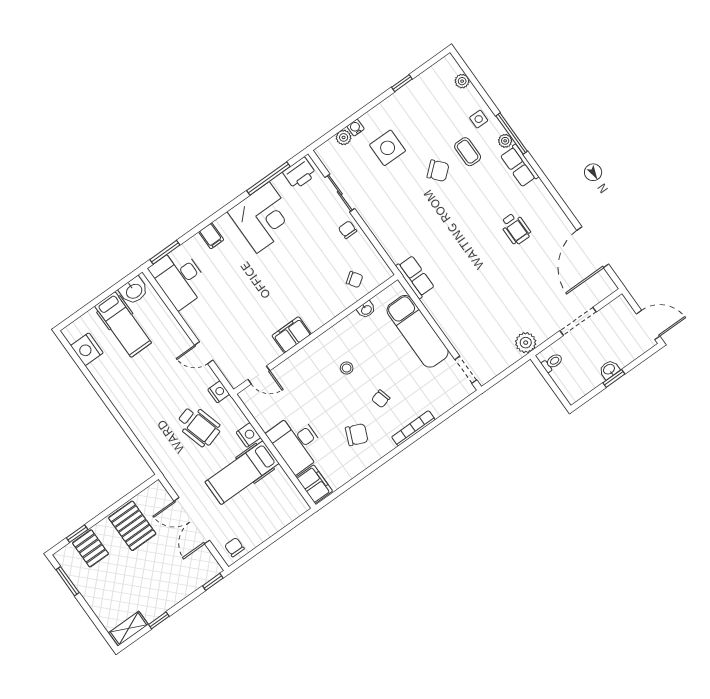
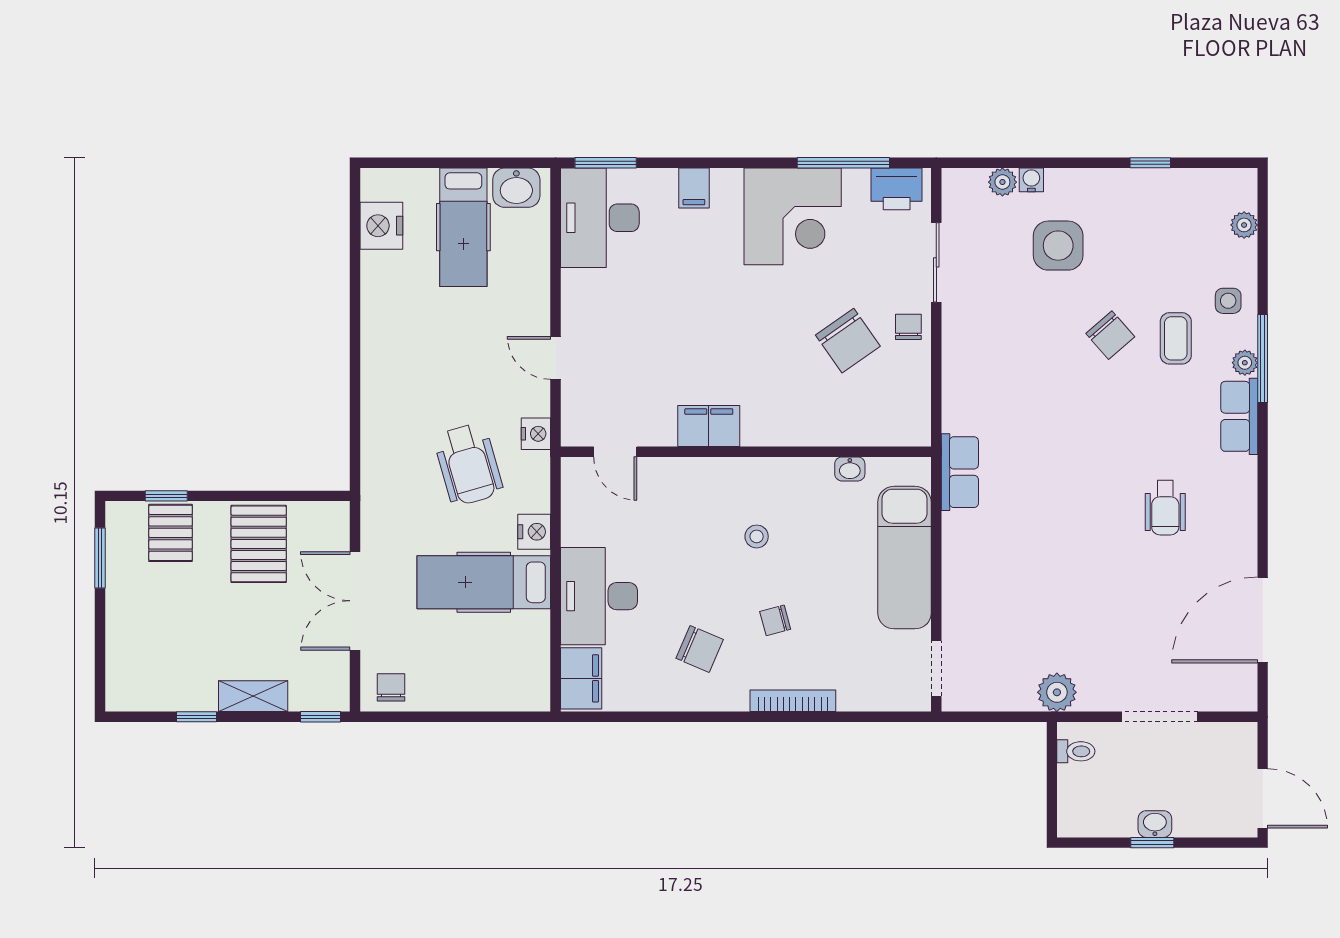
chair: (355, 279) -> (848, 341), moved, width x1.87, depth x1.87
shelving: (129, 628) -> (253, 696), moved

